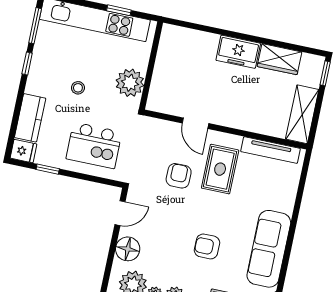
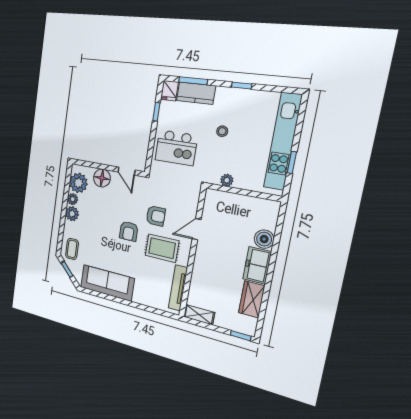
window: (35, 26) -> (193, 81), moved
boiler: (207, 43) -> (264, 239), added
plant: (130, 83) -> (227, 180), width x0.53, depth x0.53
shelving: (302, 114) -> (199, 315), width x0.67, depth x0.75
kitchen island: (94, 145) -> (176, 148), turned -90
armchair: (207, 246) -> (129, 231), moved, turned 180

